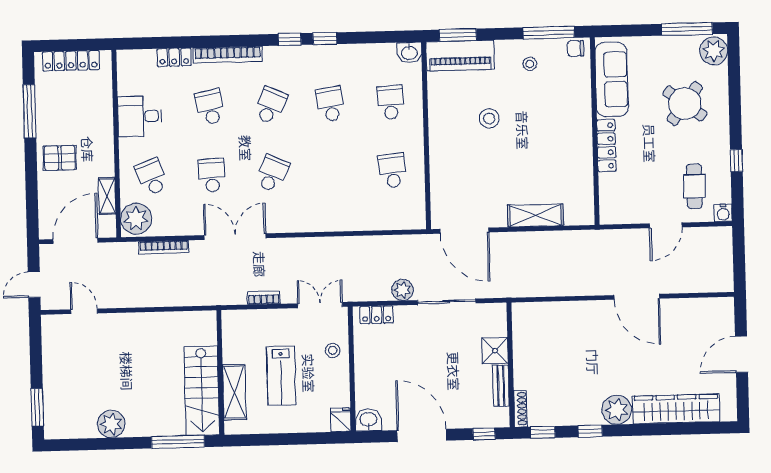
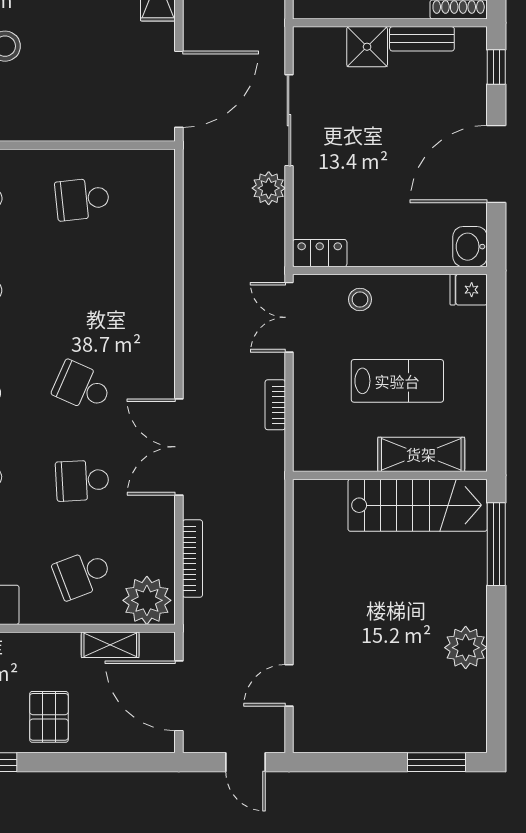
locker: (377, 315) -> (320, 253), moved, turned -90

